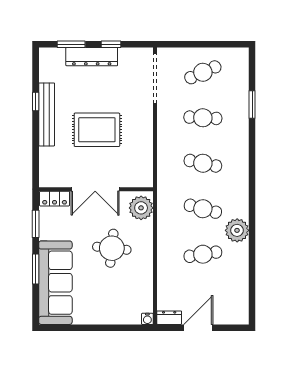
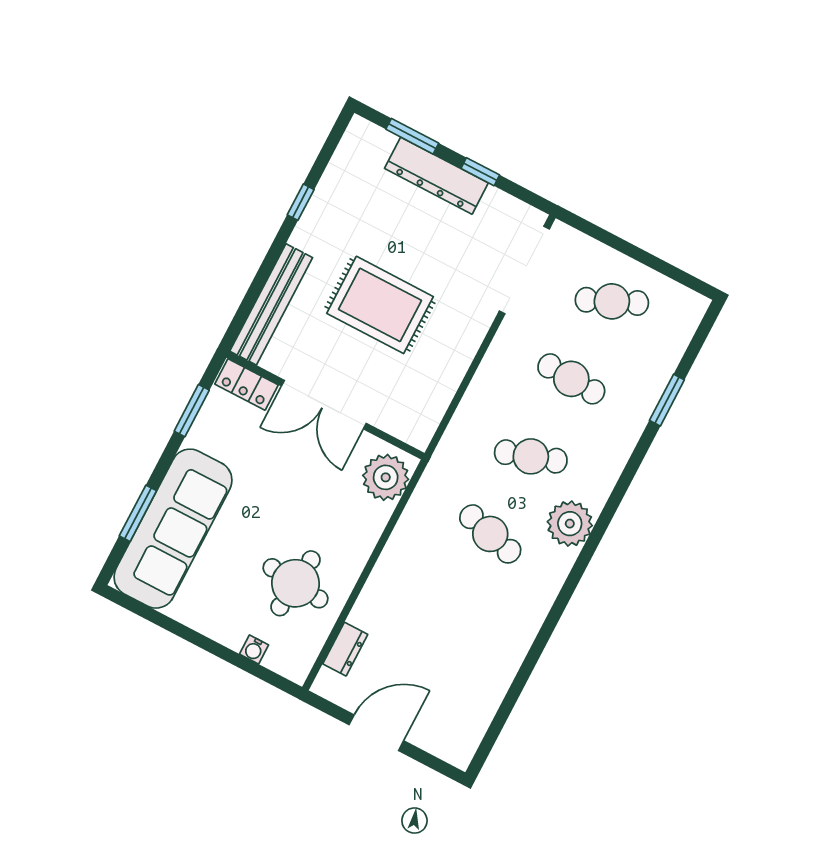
bench: (47, 114) -> (271, 304), moved
cafe table: (203, 163) -> (531, 456), turned -30
plant: (237, 230) -> (570, 524), moved
round table: (112, 248) -> (295, 583), moved
cafe table: (203, 254) -> (450, 611), removed
window: (36, 269) -> (138, 513), moved
dresser: (169, 318) -> (345, 649), moved, turned 90
water cooler: (147, 319) -> (254, 650), moved

